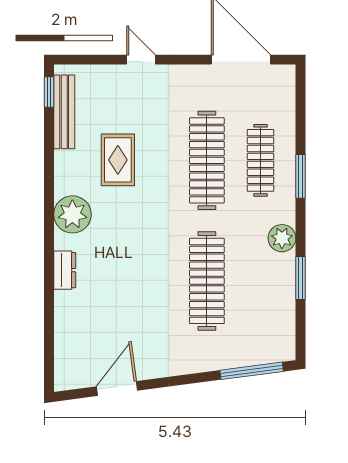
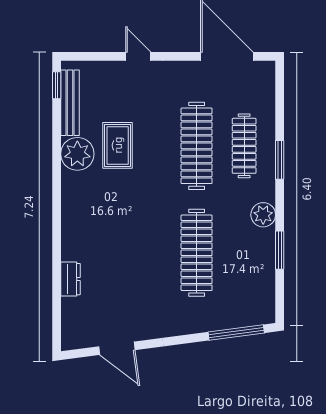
plant: (72, 214) -> (77, 154), moved
dresser: (65, 270) -> (70, 279), moved
door: (117, 389) -> (117, 348), swing flipped

